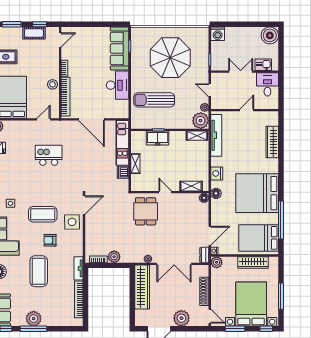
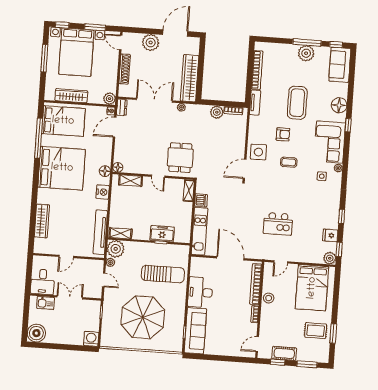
double door: (241, 72) -> (70, 297), swing flipped
shelving: (135, 164) -> (189, 191), moved
coffee table: (43, 214) -> (289, 162), width x0.54, depth x0.58

